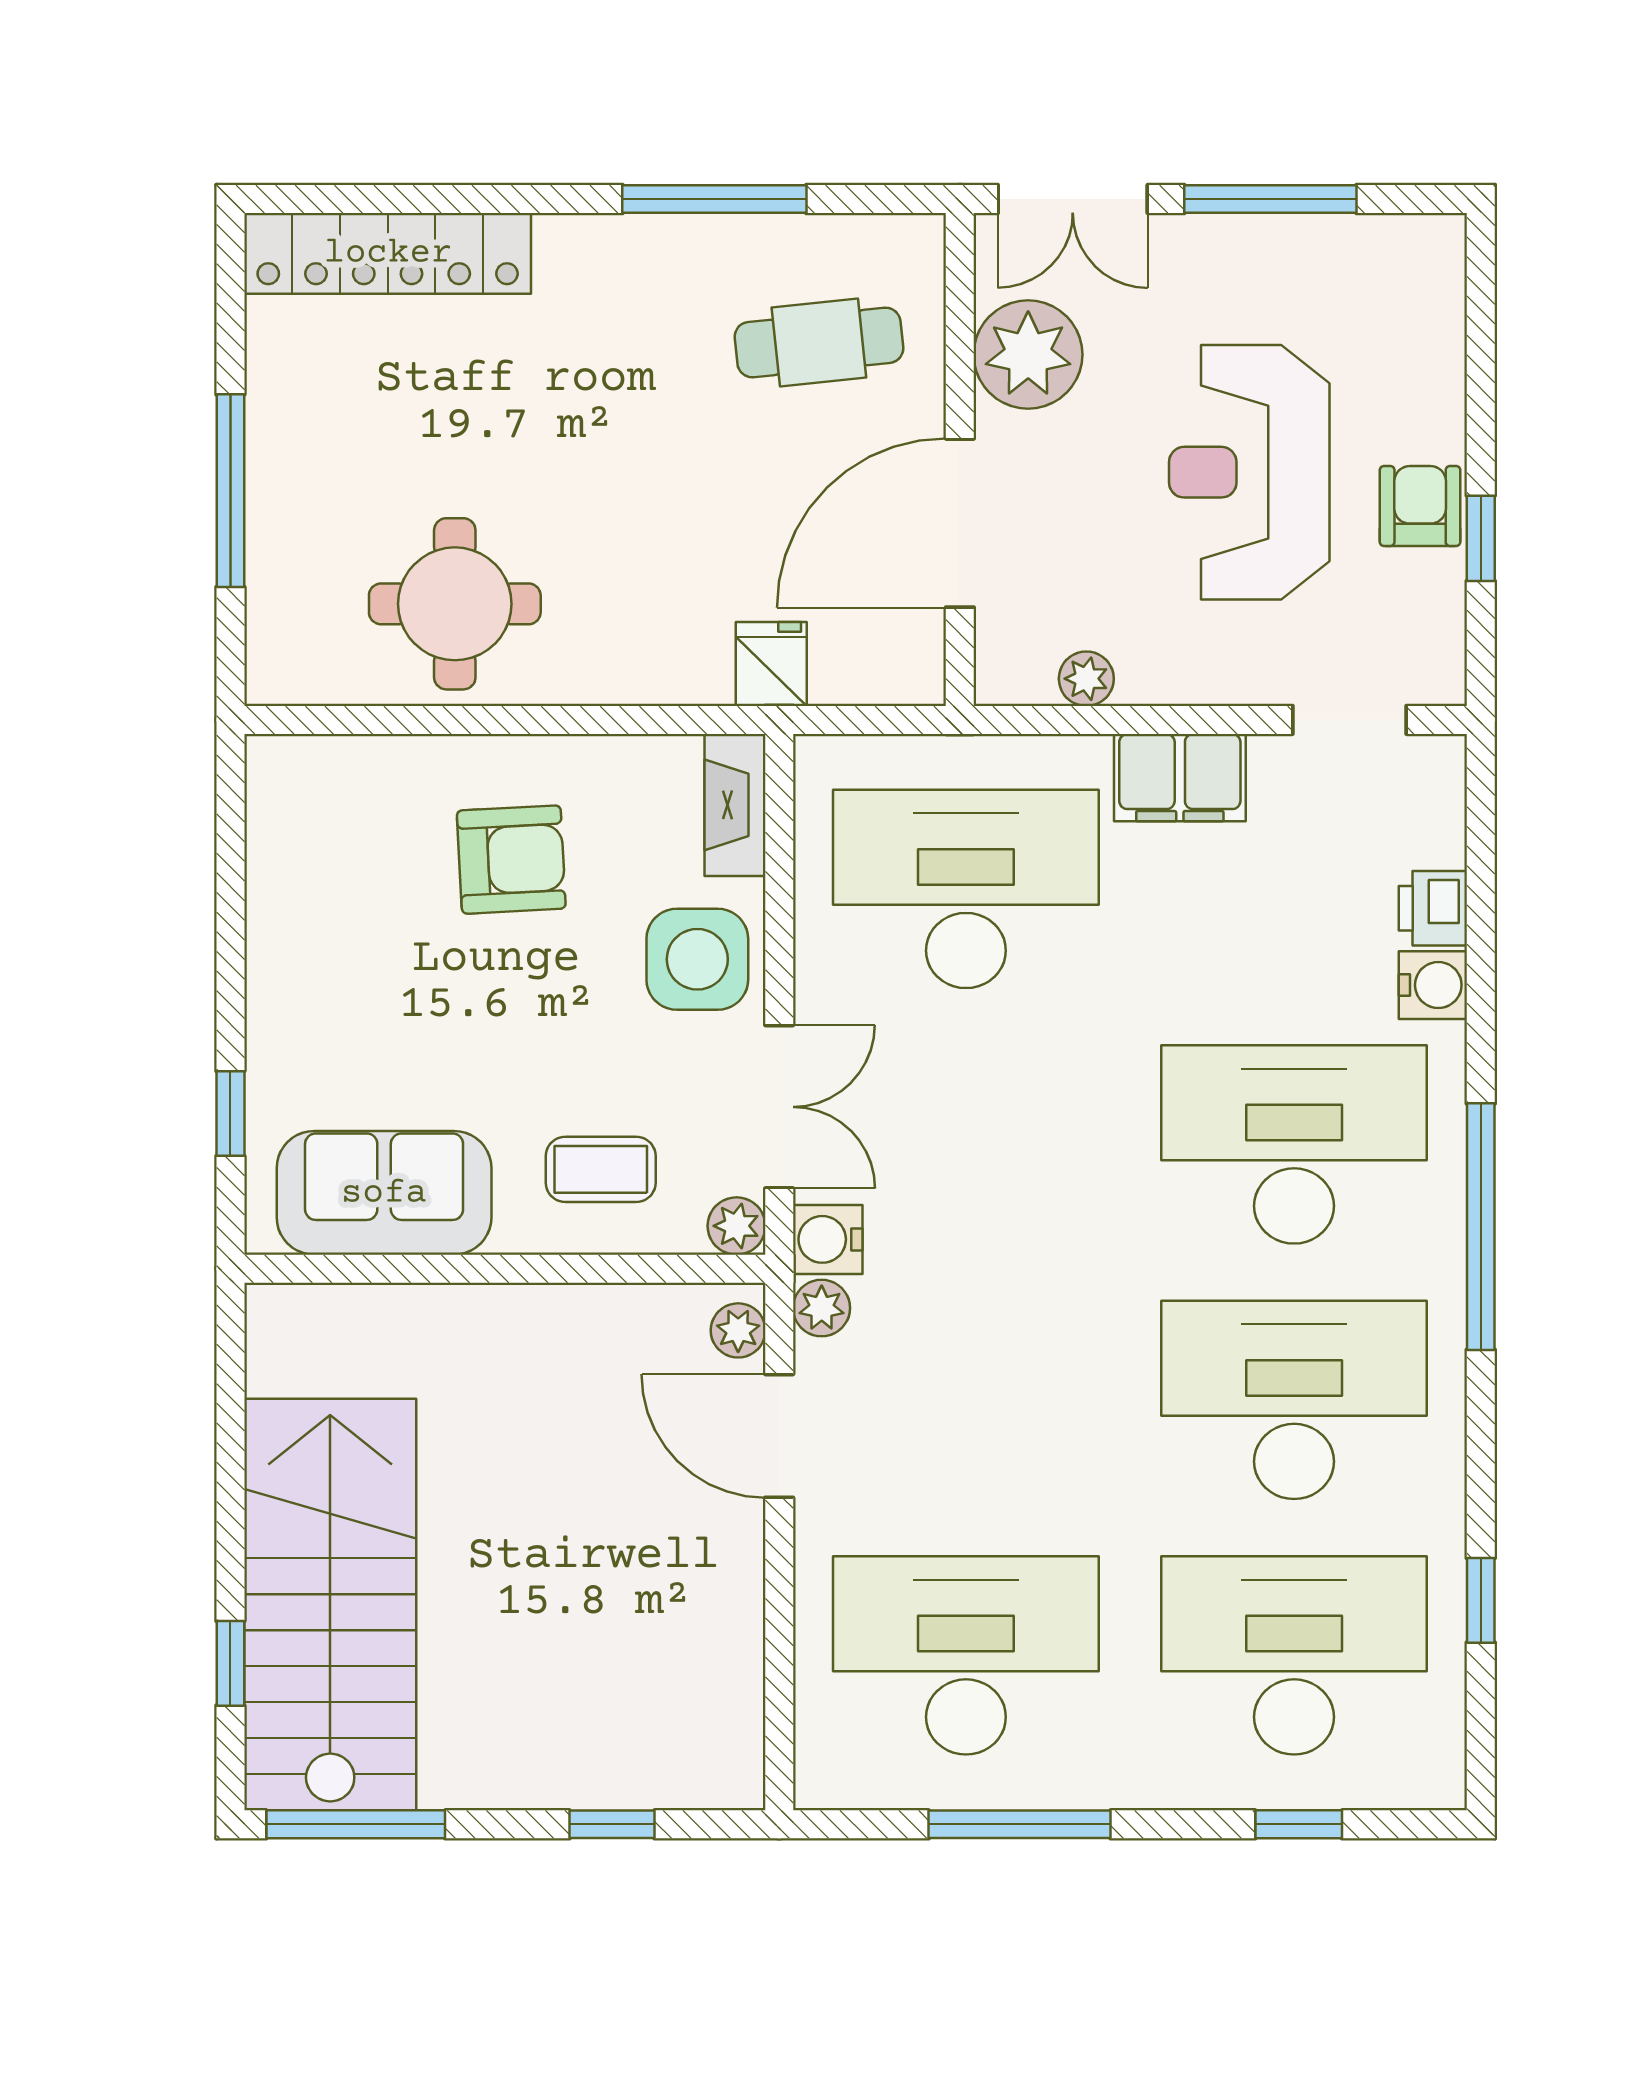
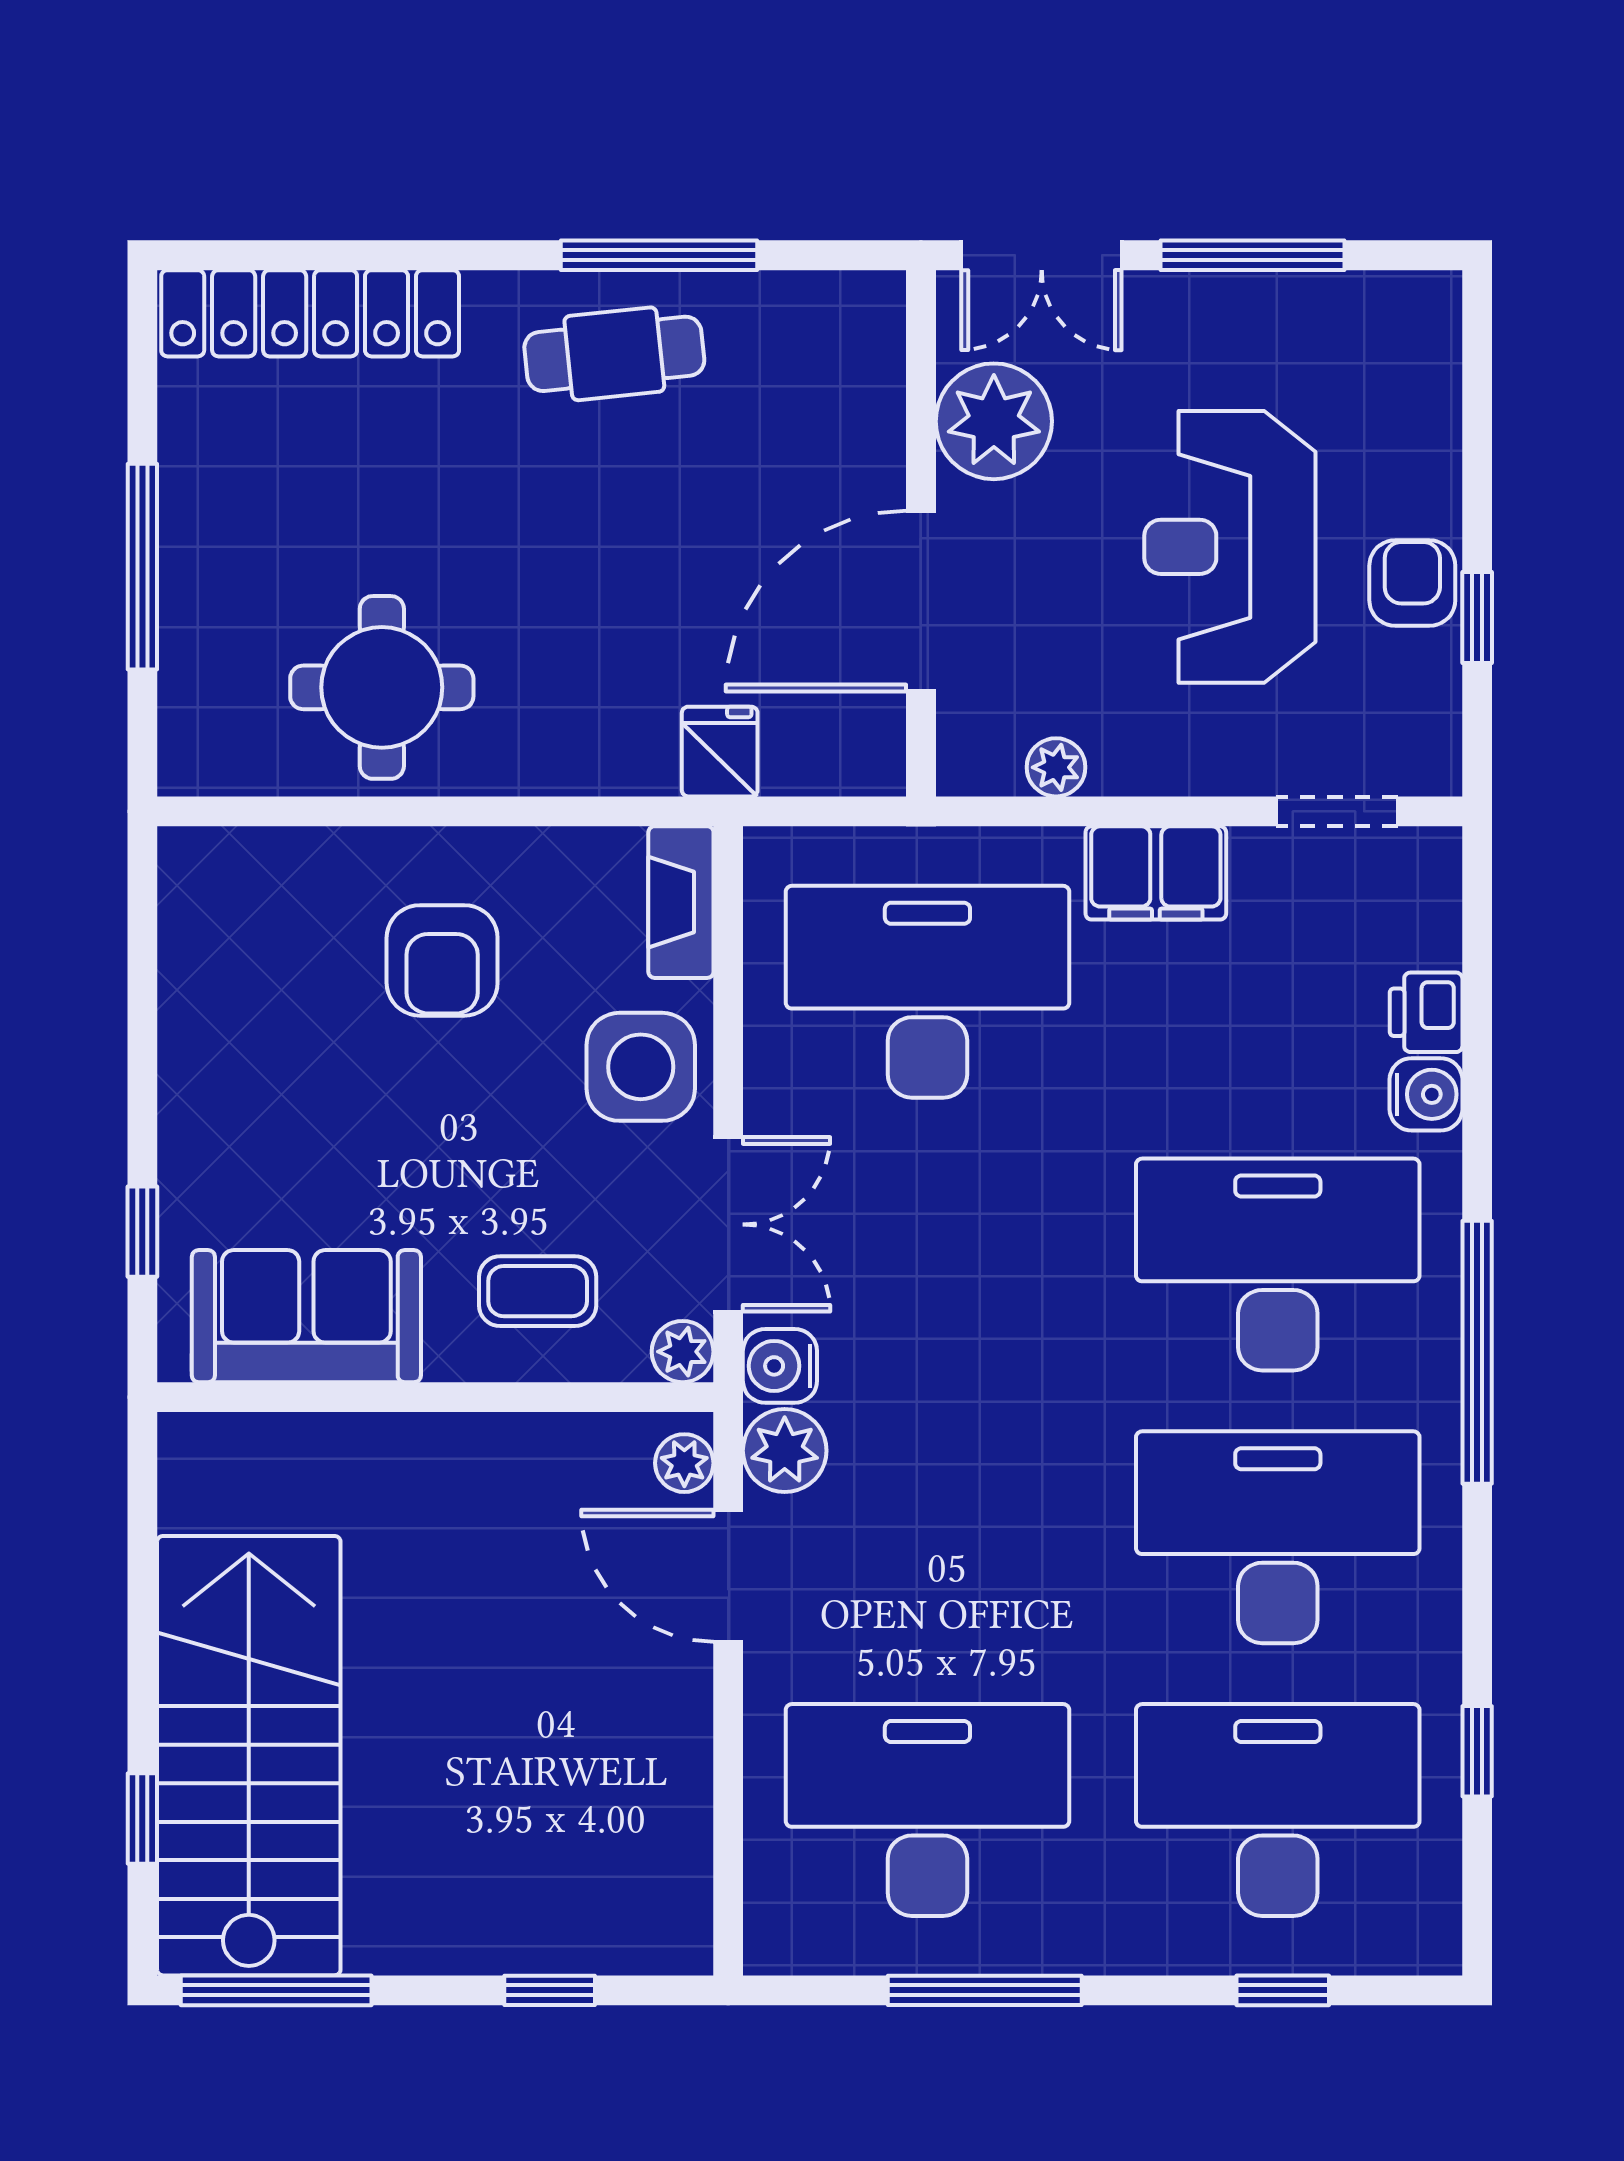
cafe table: (819, 343) -> (614, 354), moved
armchair: (511, 860) -> (442, 960), turned 93
plant: (822, 1308) -> (785, 1451), width x1.38, depth x1.38

